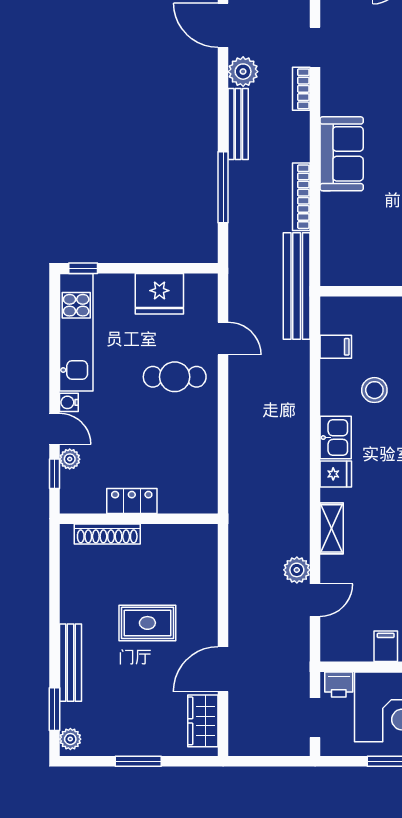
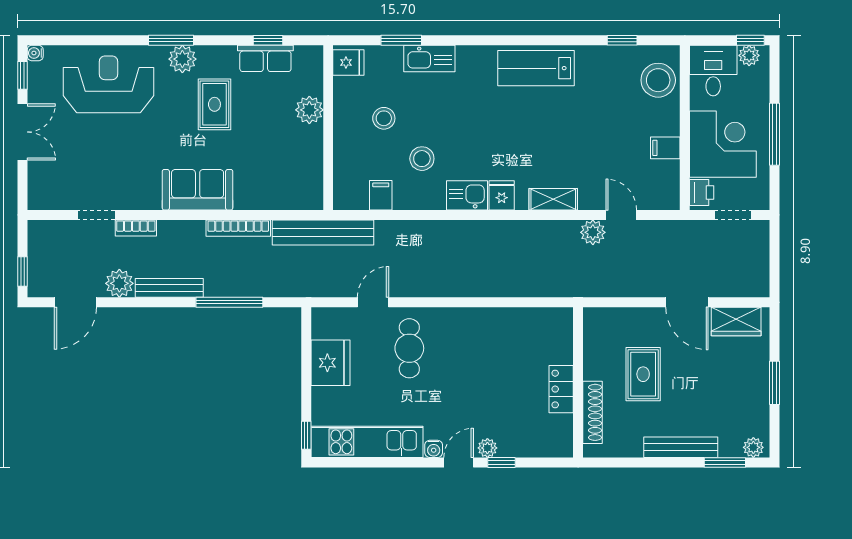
locker: (132, 501) -> (561, 389), moved
wall: (139, 519) -> (578, 382), moved
shoe rack: (107, 534) -> (593, 412), moved

